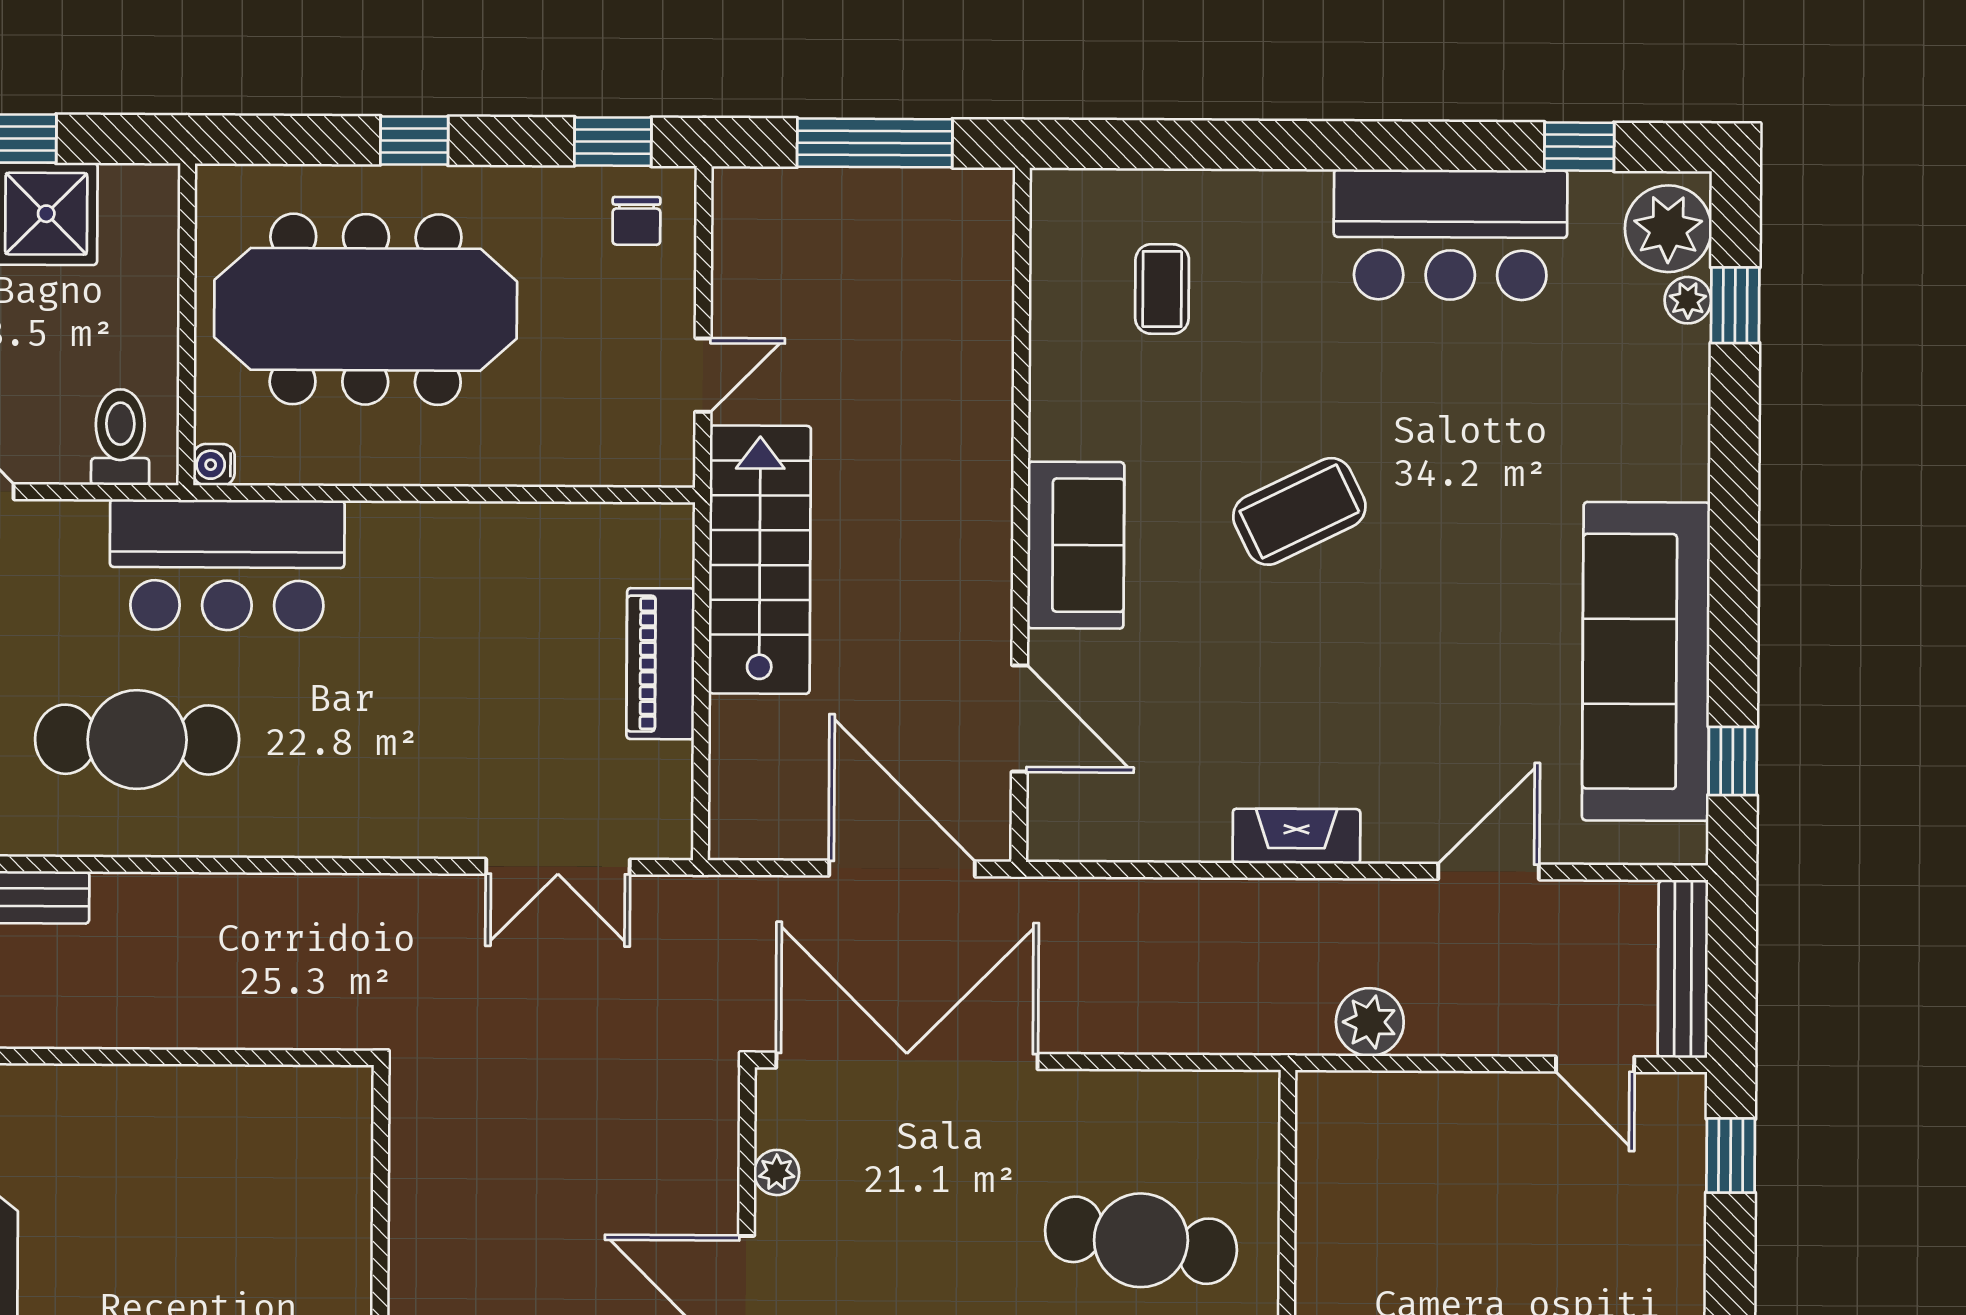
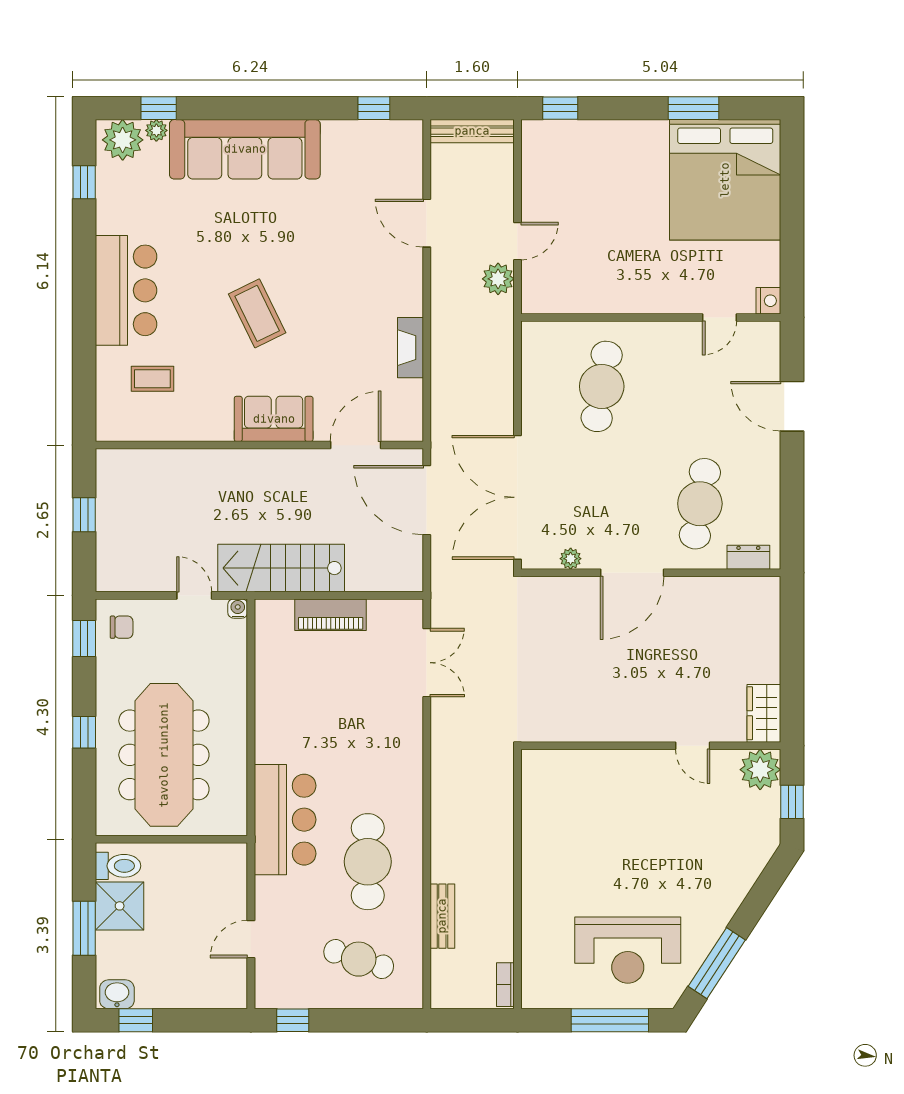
window: (875, 143) -> (84, 515), width x0.46
bar counter: (1450, 235) -> (126, 290), moved
toilet: (120, 437) -> (118, 866), moved, turned 180
water cooler: (214, 465) -> (238, 609), moved, turned 180
sofa: (1646, 661) -> (245, 149), moved
fireplace: (1296, 836) -> (410, 348), moved
door: (902, 869) -> (427, 500), hinge flipped
door: (1595, 1064) -> (517, 241), moved

